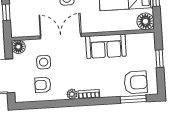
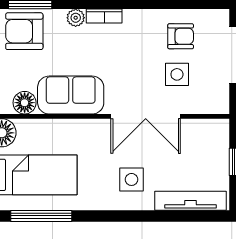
floor lamp: (18, 47) -> (25, 103), moved
plant: (72, 94) -> (76, 18), moved

